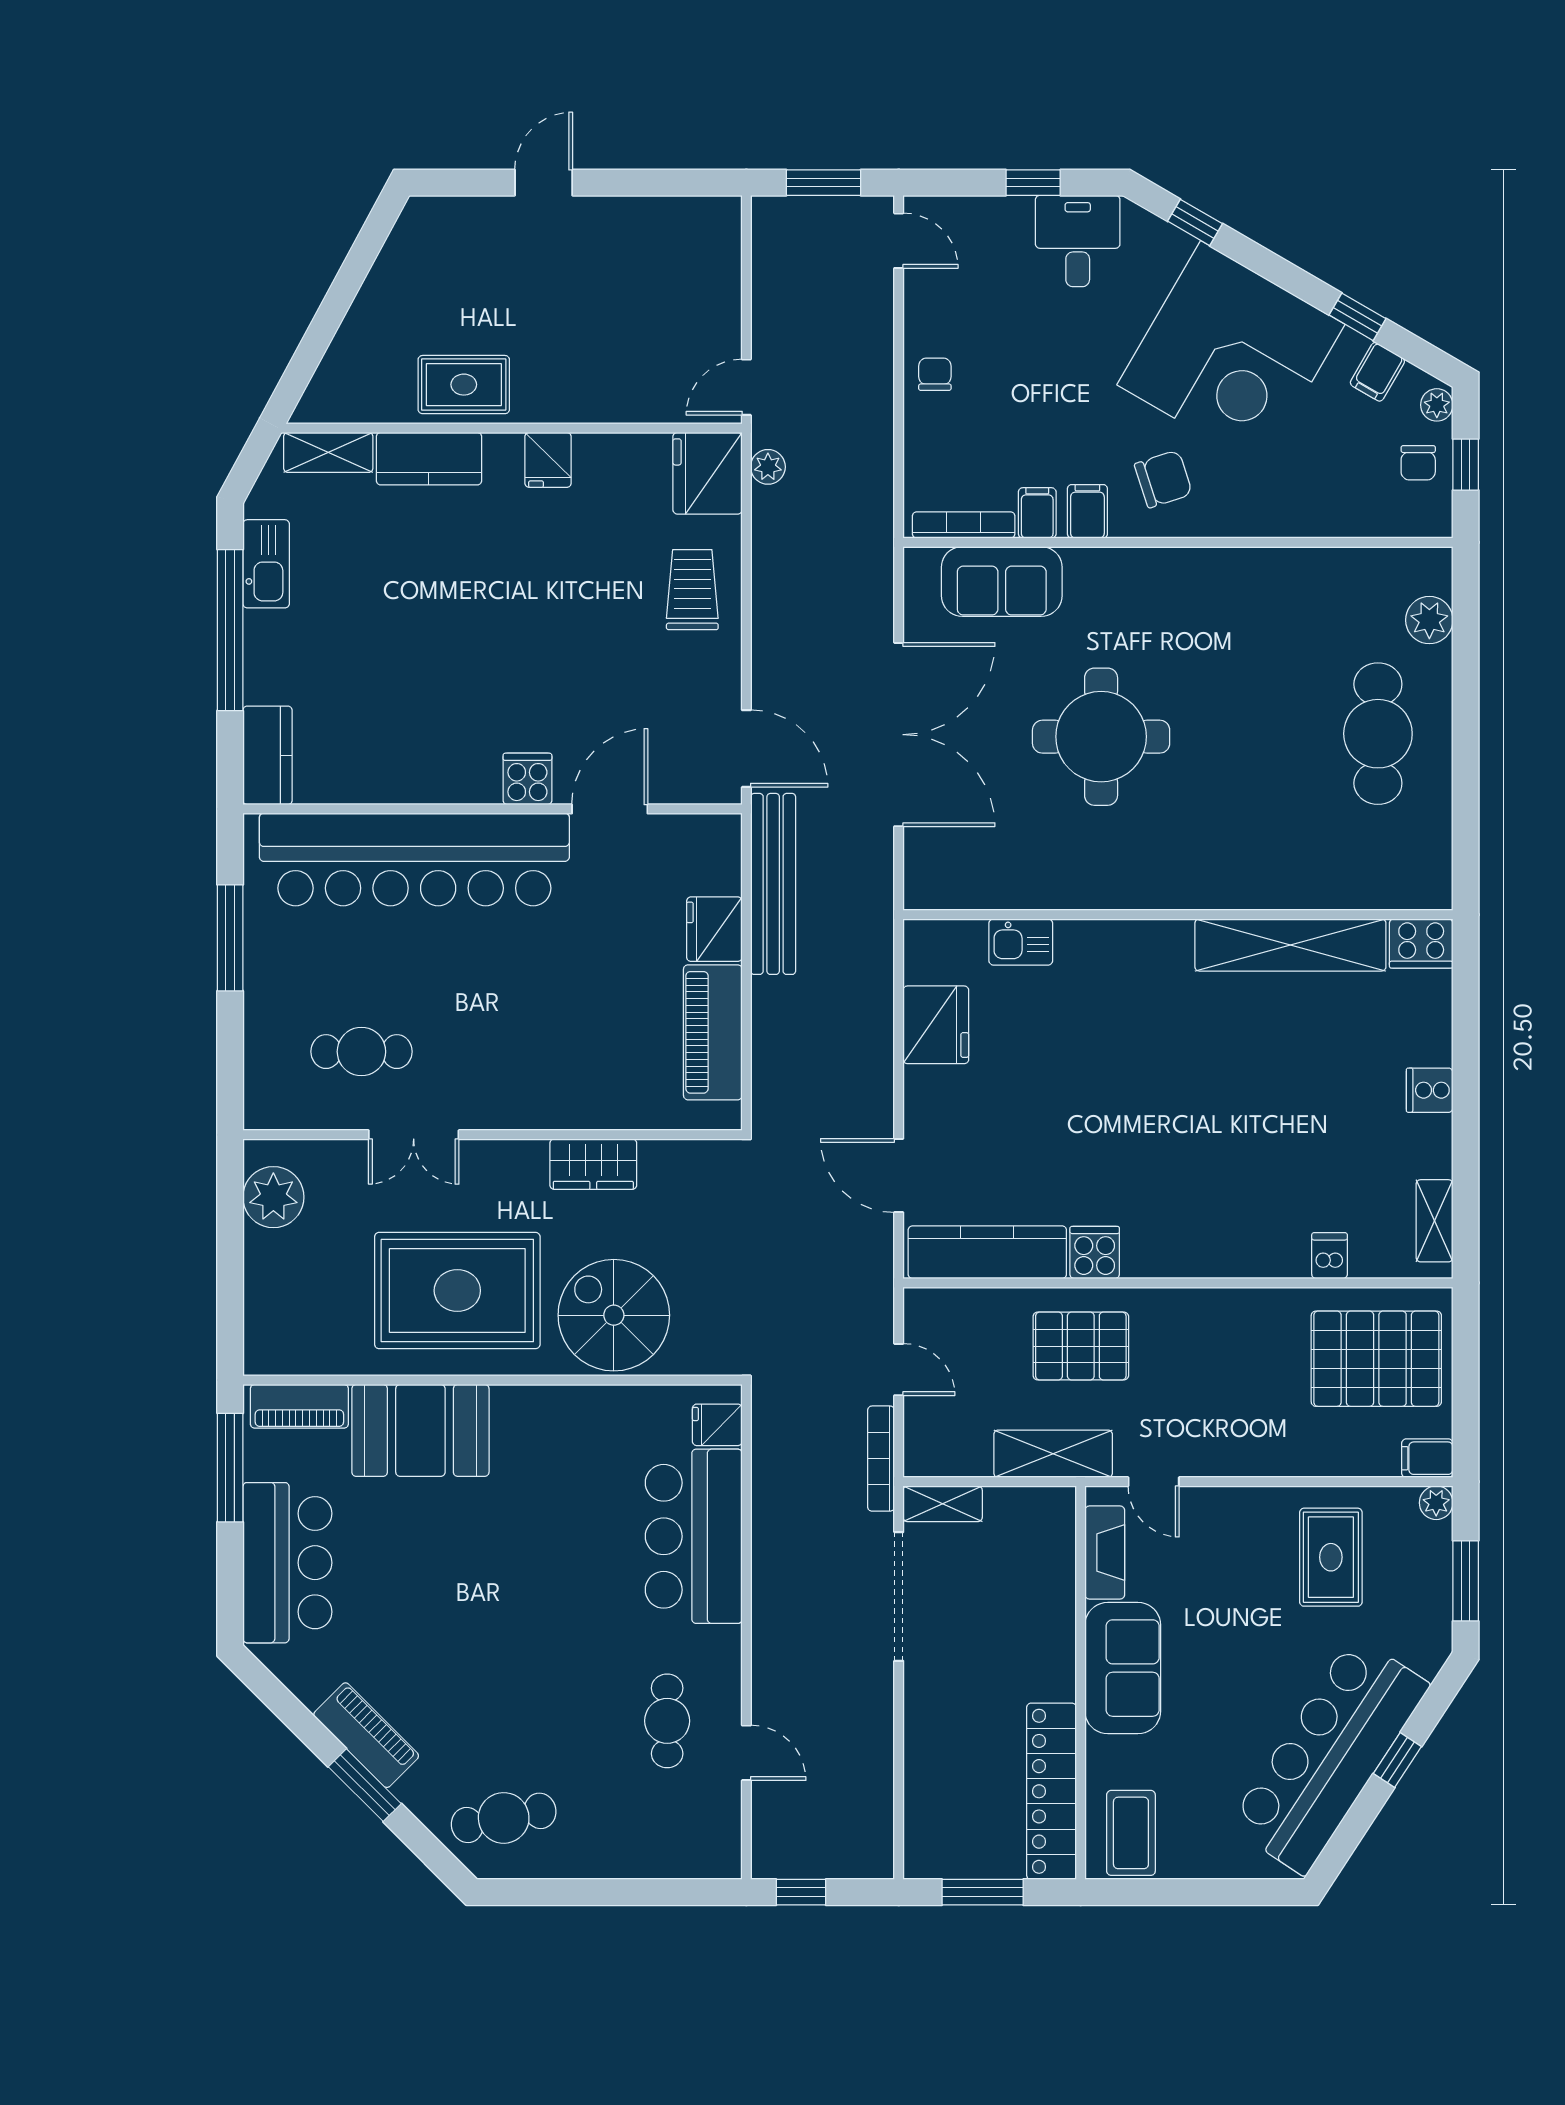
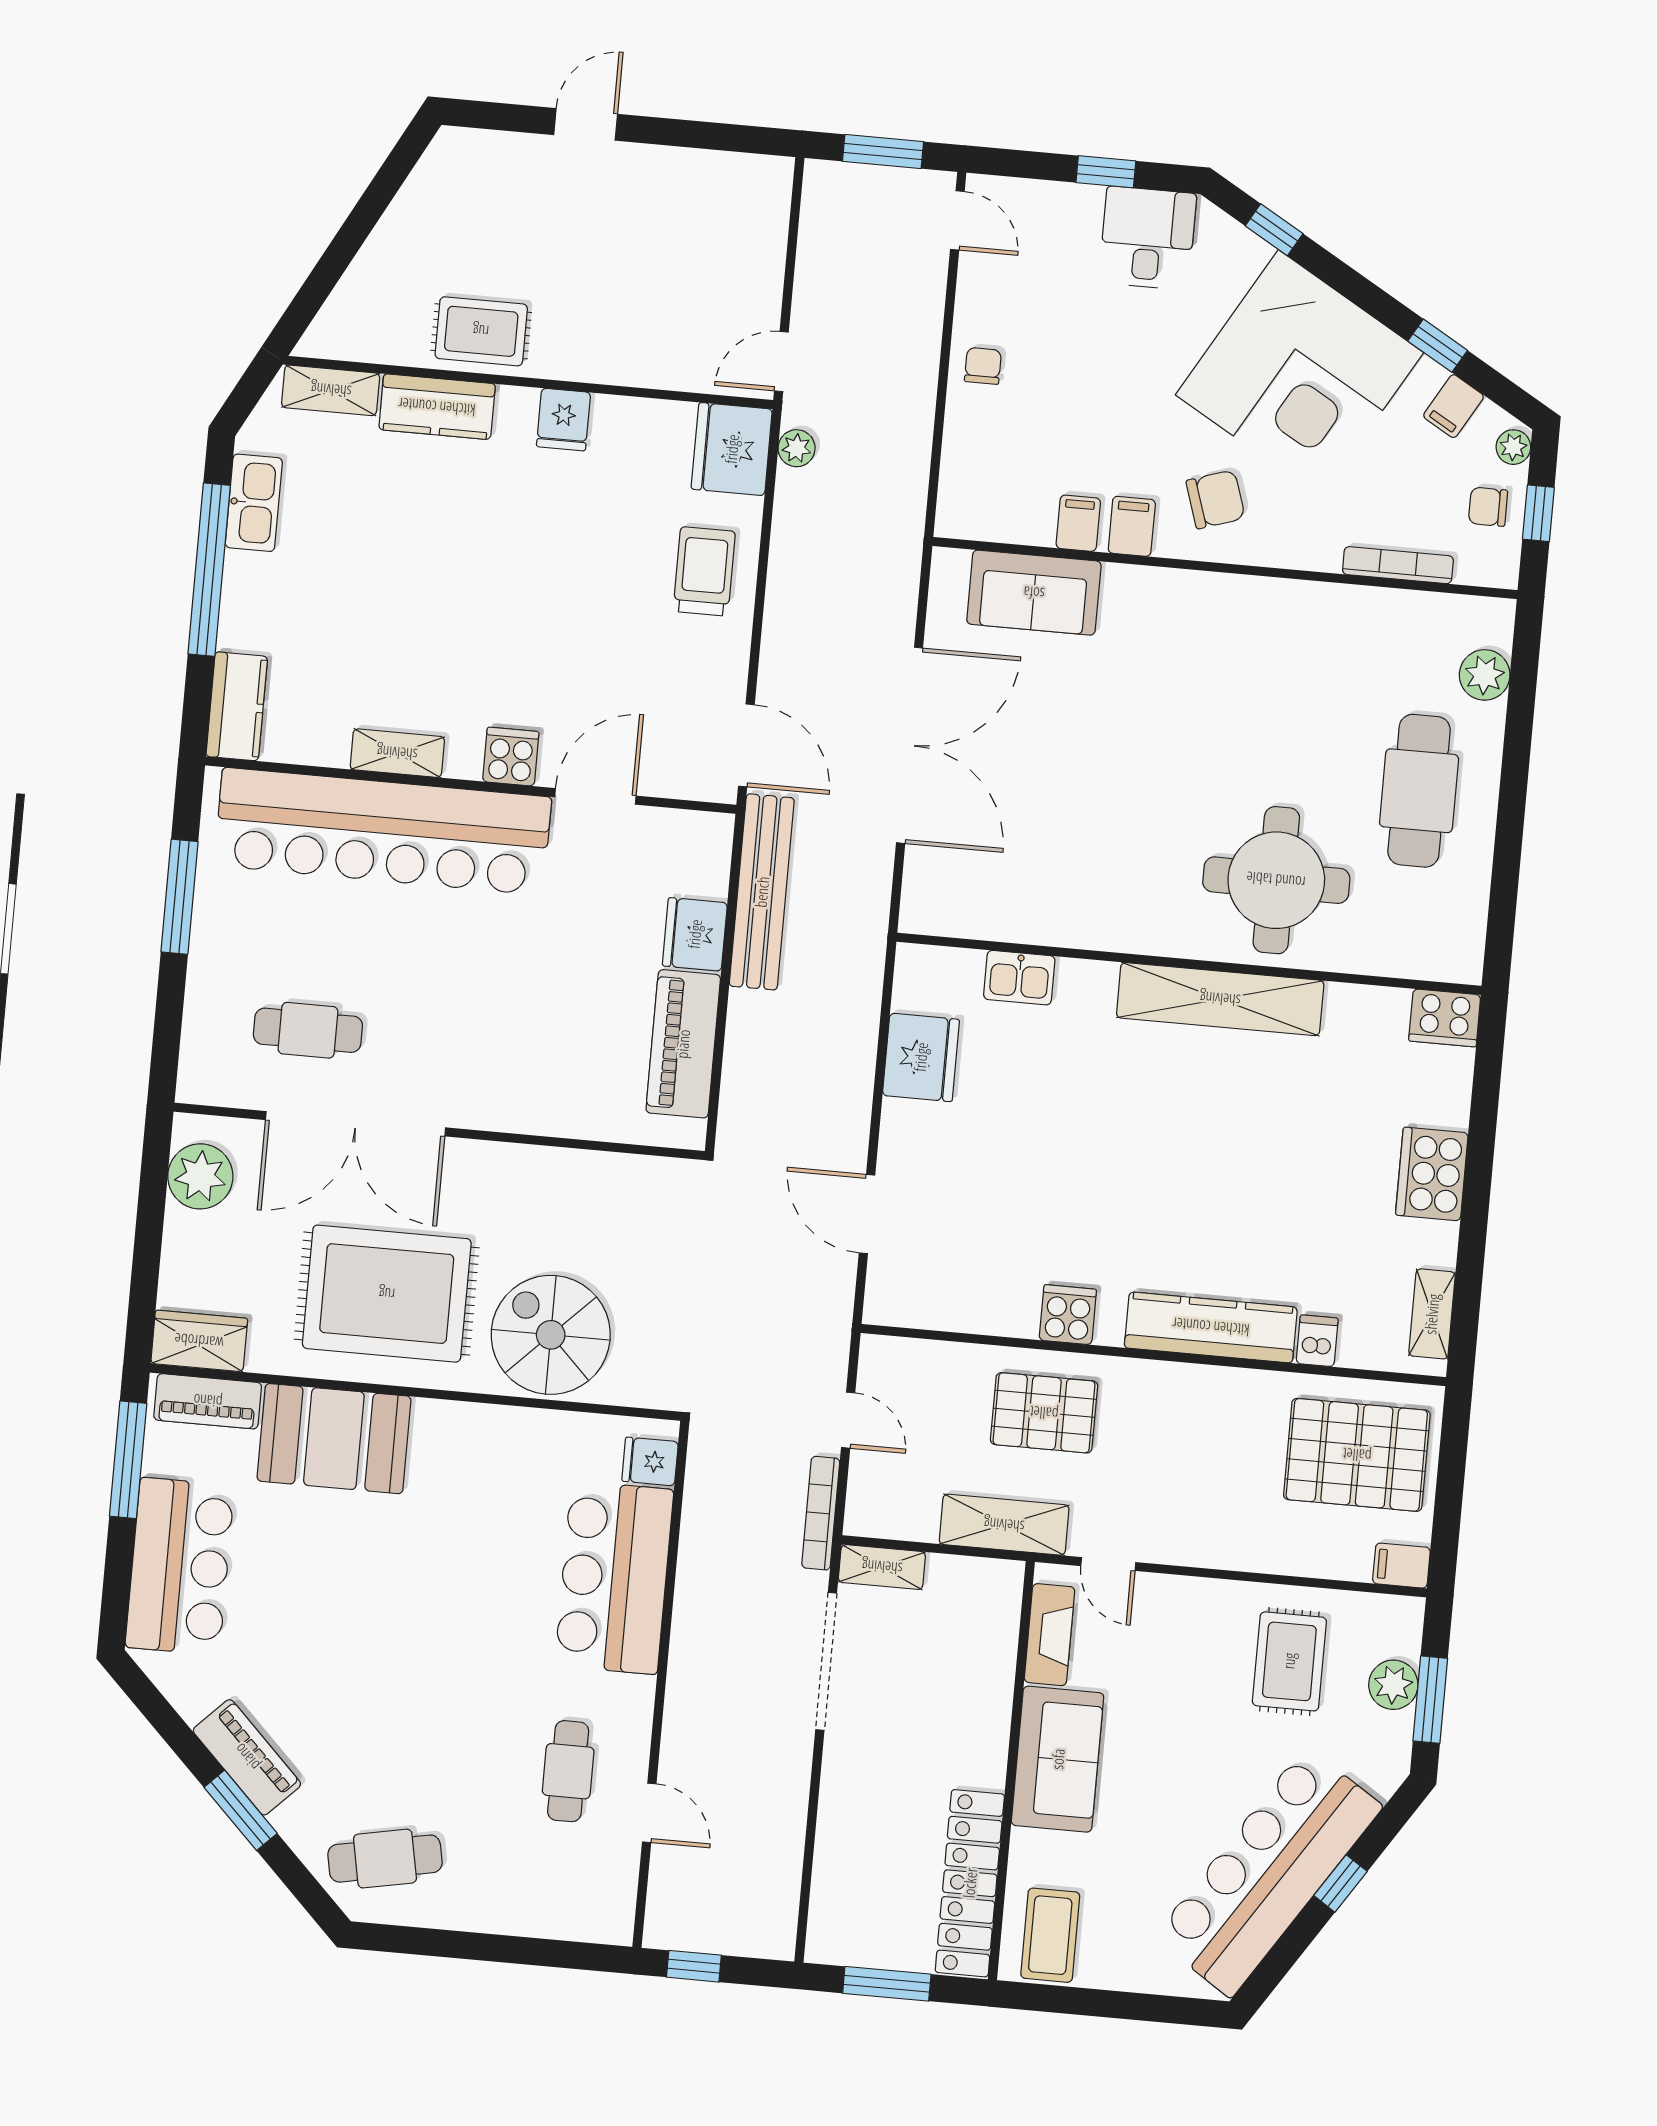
chair: (1418, 463) -> (1488, 507), turned 90
bookcase: (964, 525) -> (1398, 565), moved
round table: (1101, 737) -> (1276, 880), moved
shelving: (421, 785) -> (397, 753), added
shelving: (1290, 945) -> (1220, 999), moved
cooker: (1430, 1090) -> (1432, 1174), width x1.87, depth x1.31
double door: (414, 1135) -> (355, 1124), width x1.87
wardrobe: (593, 1164) -> (199, 1341), moved, turned 180
kitchen counter: (987, 1252) -> (1211, 1327), moved
plant: (1436, 1503) -> (1393, 1685), moved, width x1.38, depth x1.38

